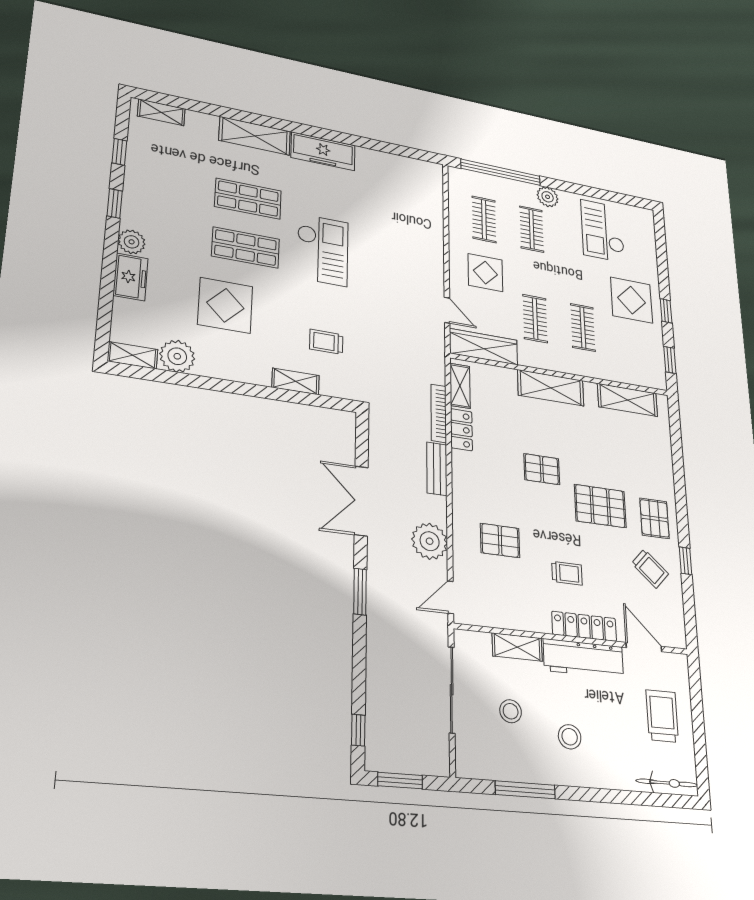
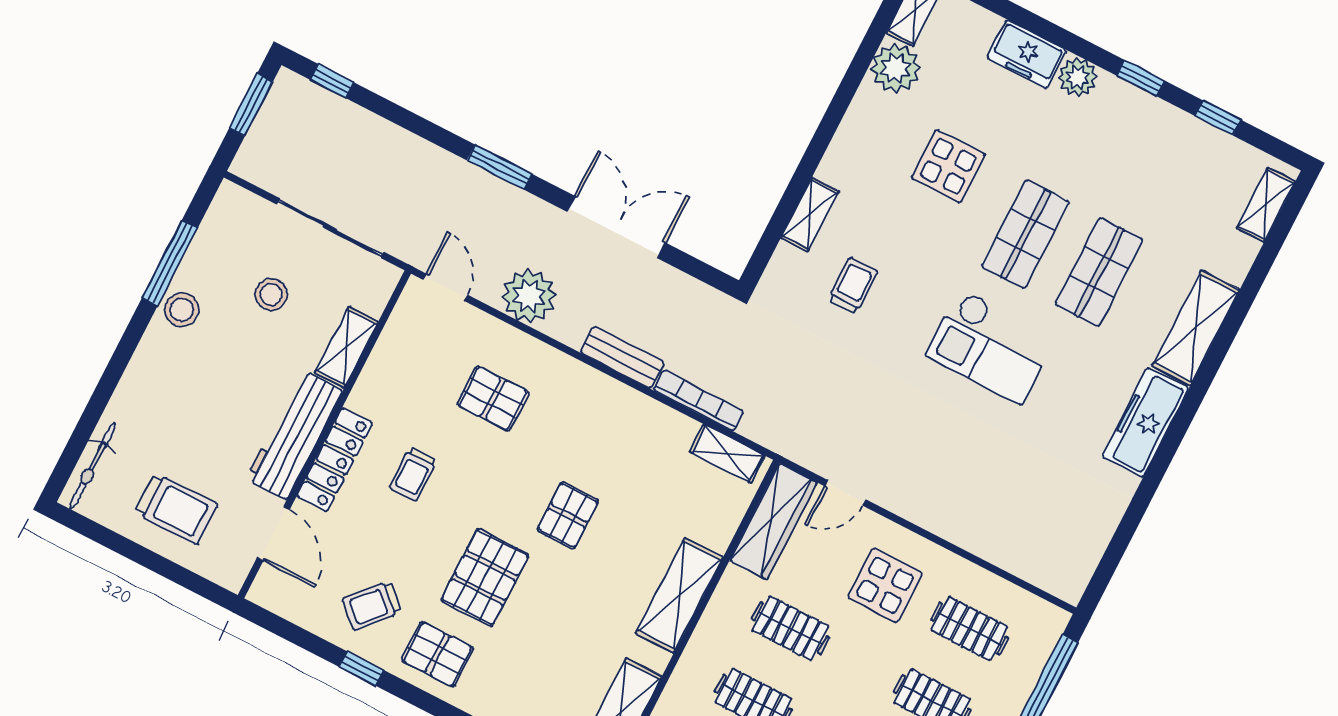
display table: (225, 305) -> (948, 166), width x0.73, depth x0.73
locker: (461, 430) -> (664, 423), removed
pallet: (500, 540) -> (493, 398), turned 90
door: (644, 647) -> (273, 534), hinge flipped
stool: (570, 737) -> (182, 310), moved

